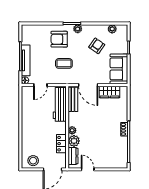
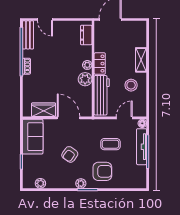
armchair: (97, 46) -> (70, 154), moved
coffee table: (64, 63) -> (110, 144), moved
bench: (73, 99) -> (28, 35), moved
shelving: (26, 135) -> (141, 60), added
plant: (74, 141) -> (85, 79), moved
locker: (61, 144) -> (100, 64), moved
stool: (33, 161) -> (131, 85), moved
door: (88, 169) -> (45, 19), moved

